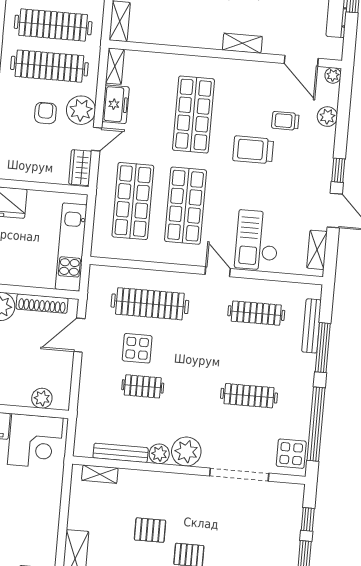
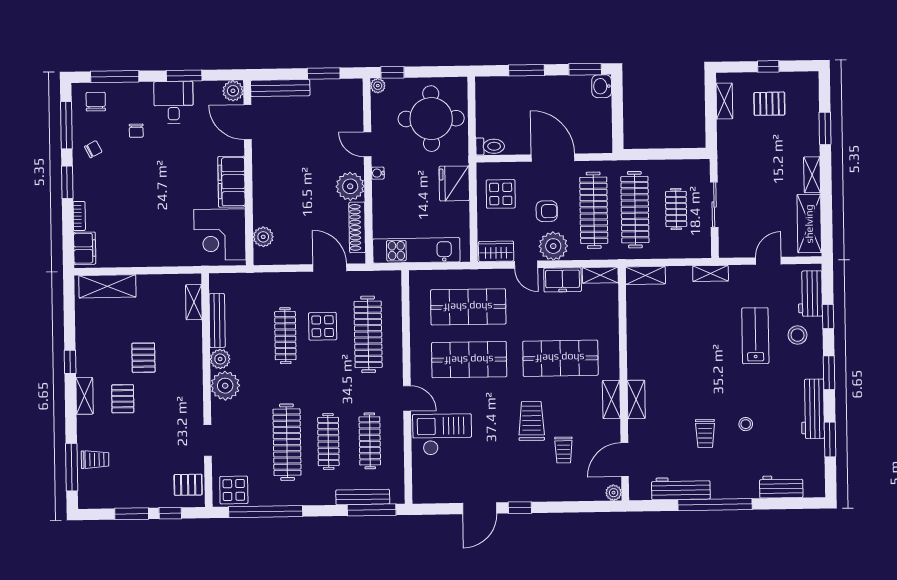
plant: (327, 117) -> (572, 491), removed
trolley: (285, 121) -> (564, 450), turned 180
display table: (24, 157) -> (501, 194), added
shelving: (317, 250) -> (611, 399), moved, turned 90
door: (218, 272) -> (407, 398), hinge flipped
window: (323, 348) -> (372, 510), moved
clothes rail: (253, 354) -> (328, 441), added
clothes rail: (143, 386) -> (285, 336), width x1.36
clothes rail: (249, 396) -> (287, 442), width x1.37, depth x1.31
doorway: (239, 475) -> (208, 441), width x0.53
pallet: (281, 499) -> (188, 485), added

